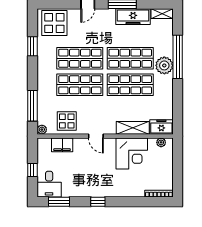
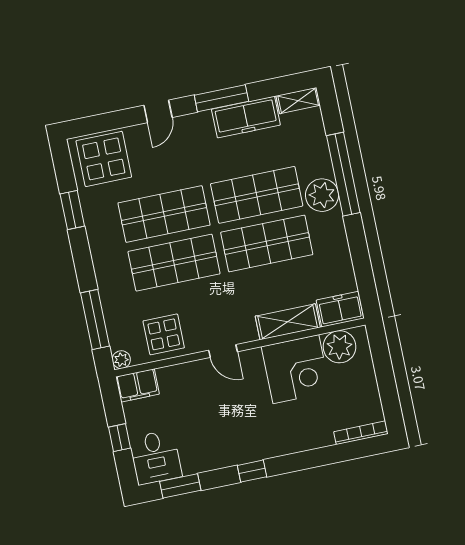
plant: (161, 142) -> (340, 347), width x1.88, depth x1.88
filing cabinet: (62, 145) -> (137, 385), moved

